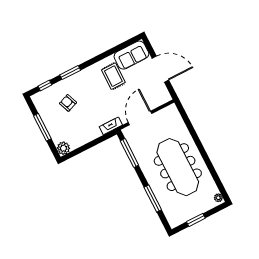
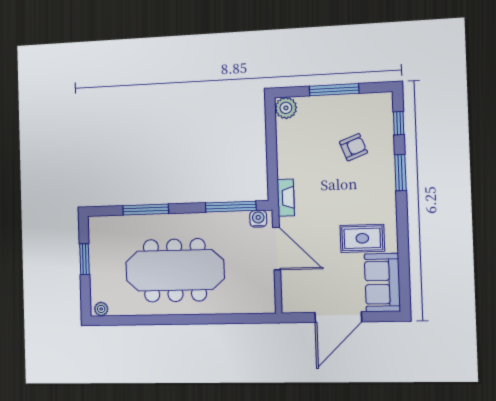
water cooler: (129, 135) -> (258, 219), added

